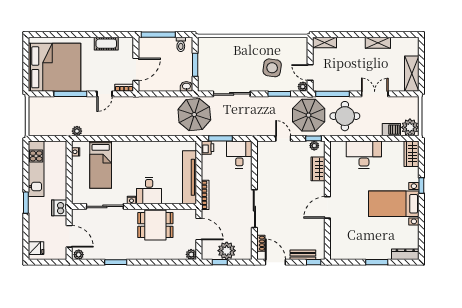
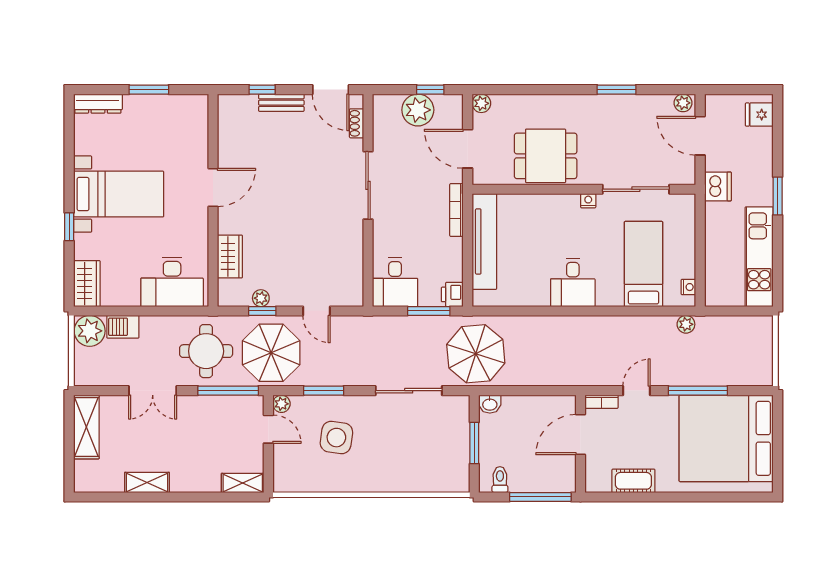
wardrobe: (318, 169) -> (230, 257), moved
desk: (149, 191) -> (573, 283), moved, turned 180
wall: (327, 200) -> (213, 200), moved
door: (327, 207) -> (213, 188), moved

